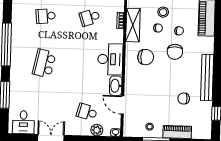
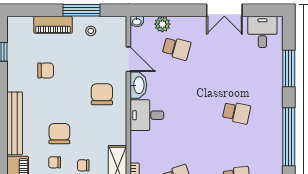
chair: (146, 57) -> (102, 94), moved, turned 90
desk: (110, 59) -> (147, 115), width x0.73
school desk: (44, 63) -> (237, 113), width x0.54
bench: (207, 77) -> (15, 123), moved

